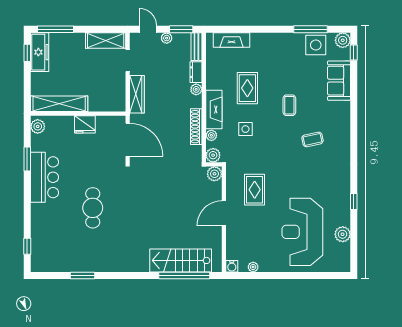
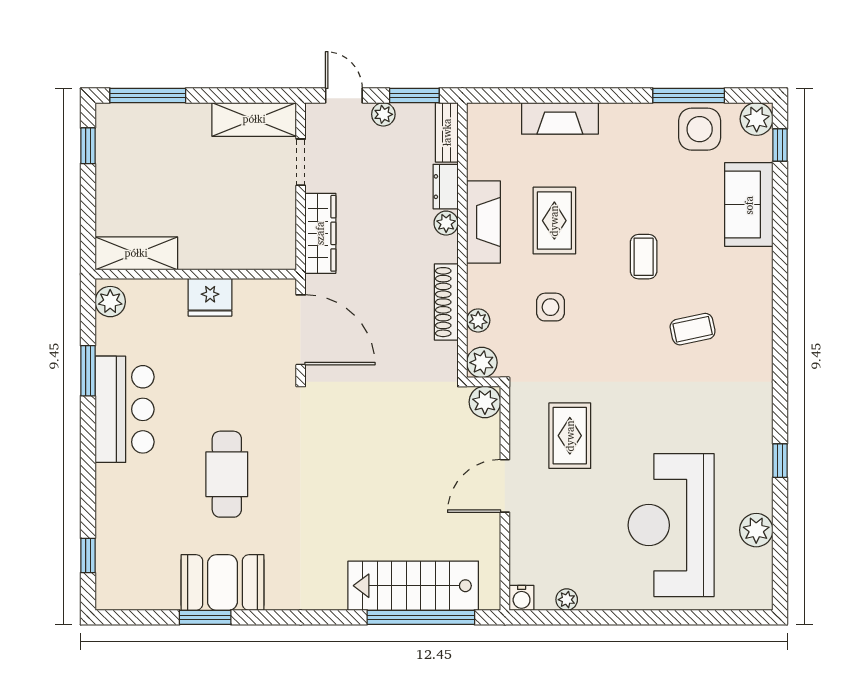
fireplace: (232, 40) -> (560, 118), moved
freezer: (40, 52) -> (114, 144), removed
shelving: (59, 104) -> (136, 253), width x0.68
fireplace: (214, 109) -> (483, 222), moved
booth: (91, 259) -> (222, 583), added

